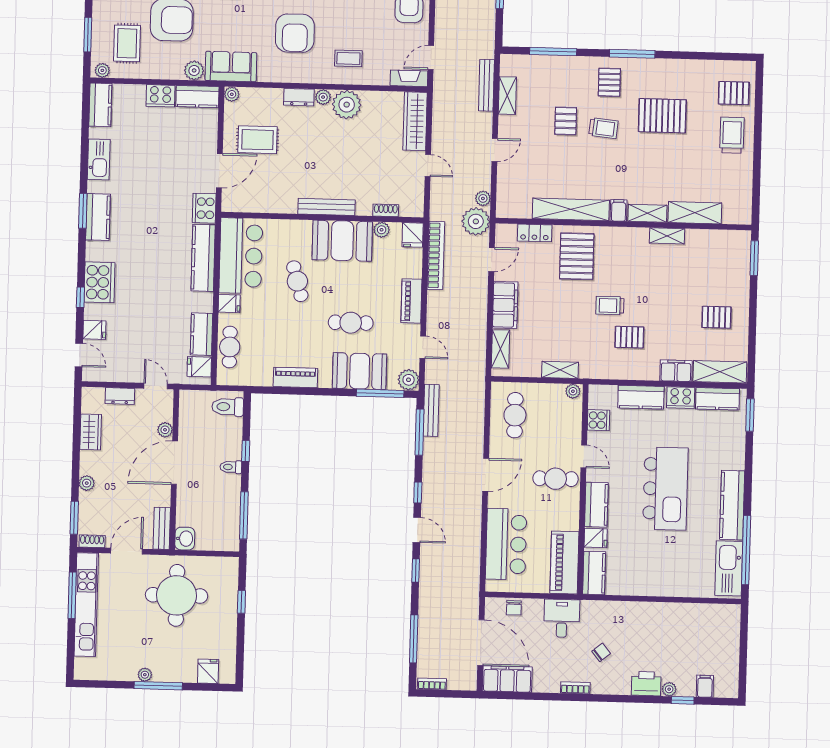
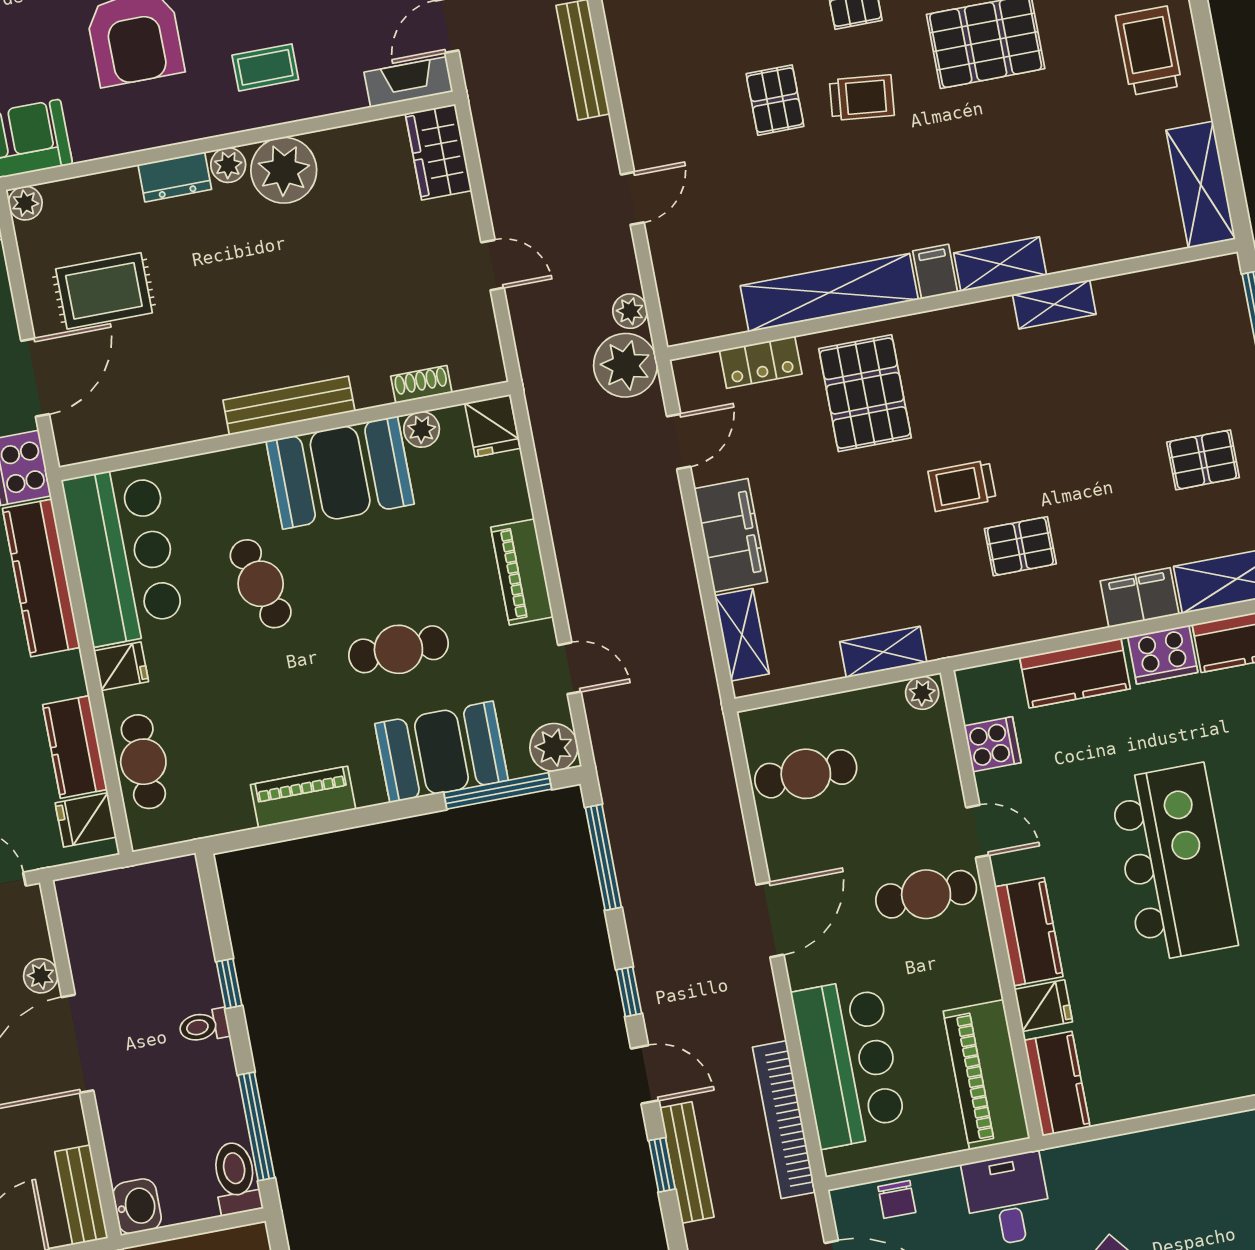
shelving: (507, 96) -> (634, 72), removed
wardrobe: (415, 121) -> (439, 152), width x0.67
shelving: (695, 213) -> (1201, 185), moved, turned 90
bookcase: (436, 255) -> (784, 1120), moved, turned 180
toilet: (228, 407) -> (236, 1178), moved, turned 90
bench: (431, 410) -> (687, 1163), moved
cafe table: (515, 415) -> (806, 774), turned 90

